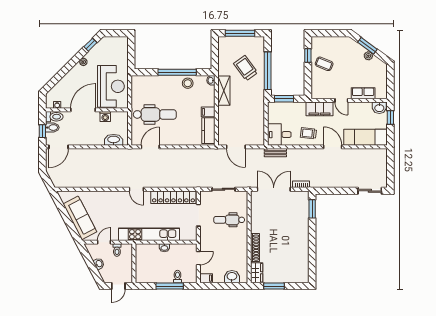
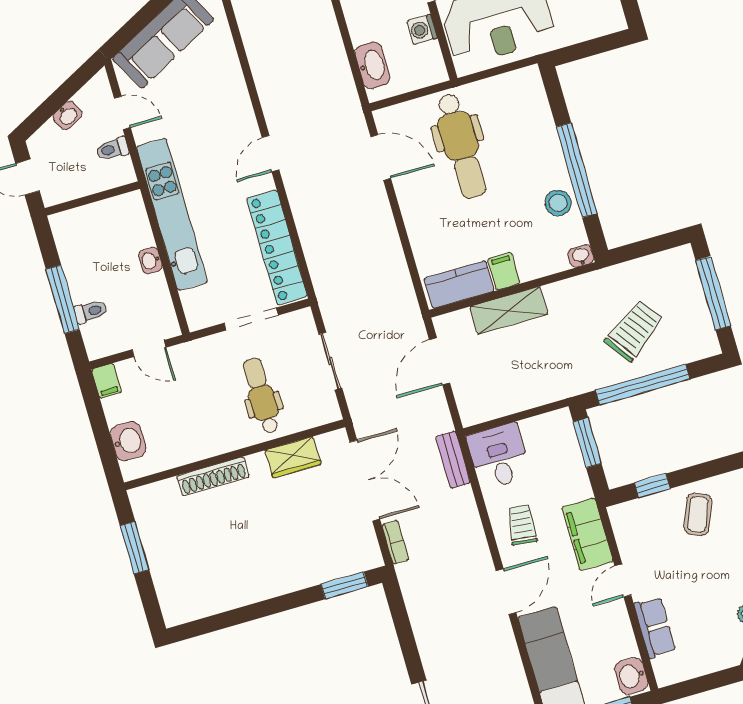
window: (308, 56) -> (652, 486), moved
shelving: (224, 91) -> (509, 310), moved
wardrobe: (257, 273) -> (293, 457), moved

